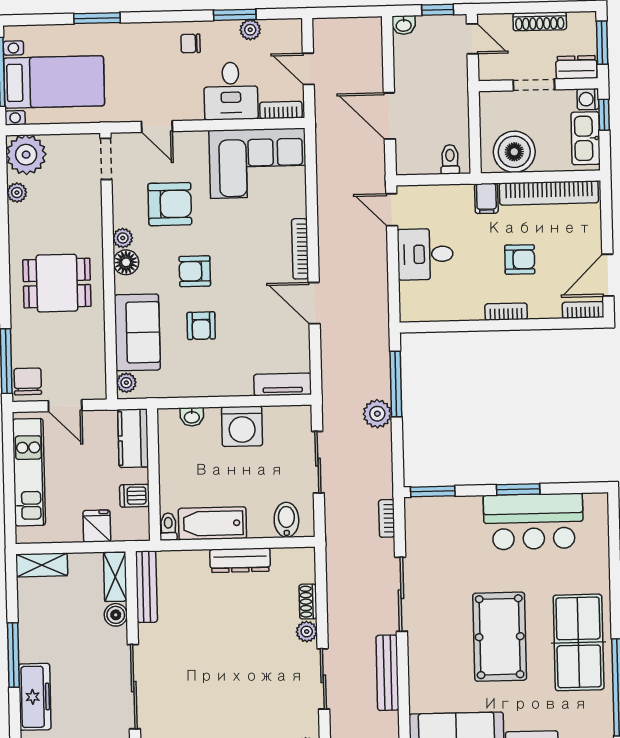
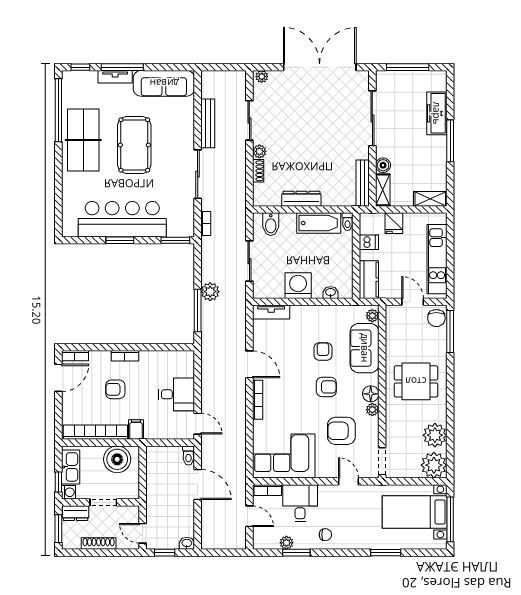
toilet: (450, 159) -> (188, 455), moved
plant: (17, 193) -> (435, 435), width x1.88, depth x1.88
bar counter: (533, 521) -> (122, 219), width x1.36

